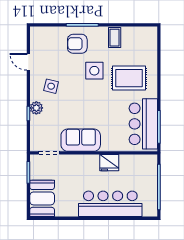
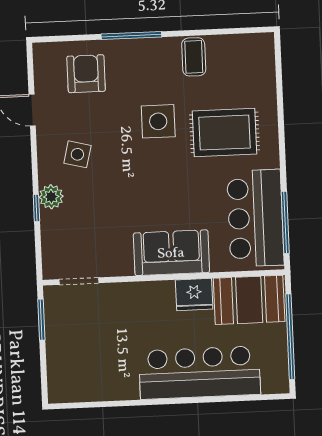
armchair: (77, 44) -> (86, 74), moved, turned 90
sofa: (81, 140) -> (171, 253), moved
booth: (42, 198) -> (249, 300), moved, turned 90

